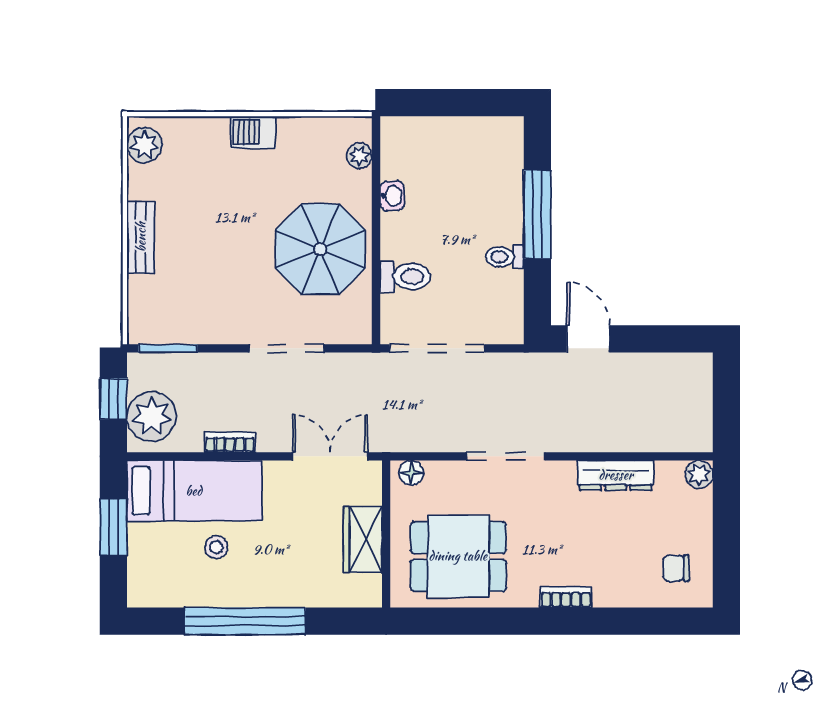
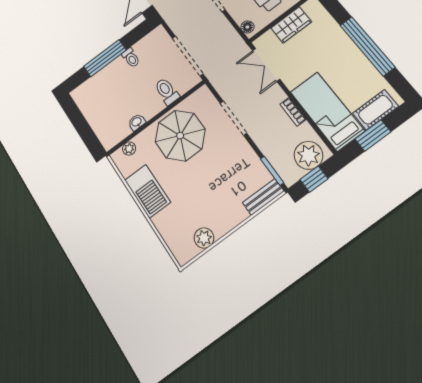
barbecue: (253, 132) -> (147, 191), width x1.88, depth x1.53
plant: (144, 145) -> (204, 238), moved
bench: (141, 237) -> (263, 197), moved
stool: (216, 547) -> (345, 83), removed
cot: (146, 559) -> (375, 110), added

